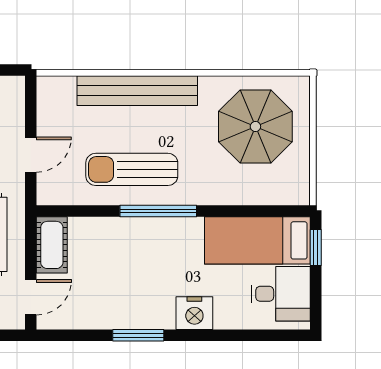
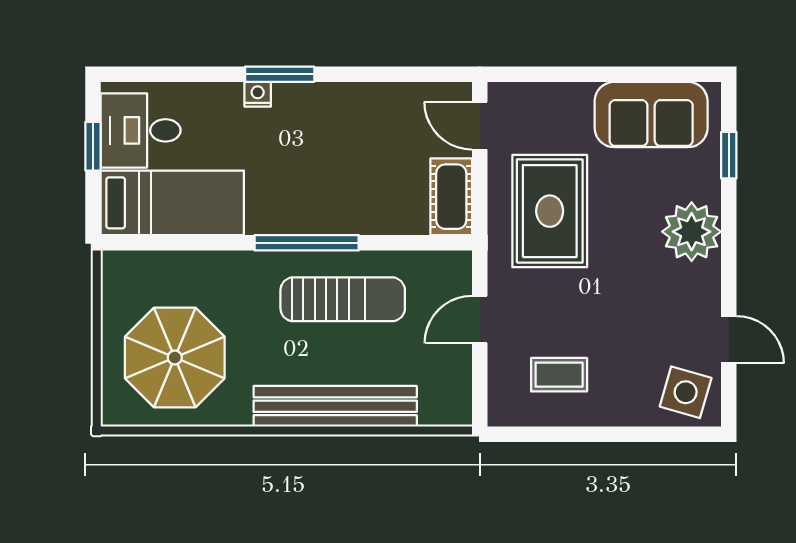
window: (316, 247) -> (93, 146), moved
door: (31, 297) -> (480, 126), hinge flipped
nightstand: (194, 313) -> (258, 94), width x0.53, depth x0.56
window: (138, 335) -> (280, 74), moved

